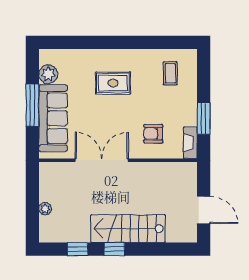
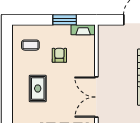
armchair: (153, 134) -> (59, 55), moved, turned 180

